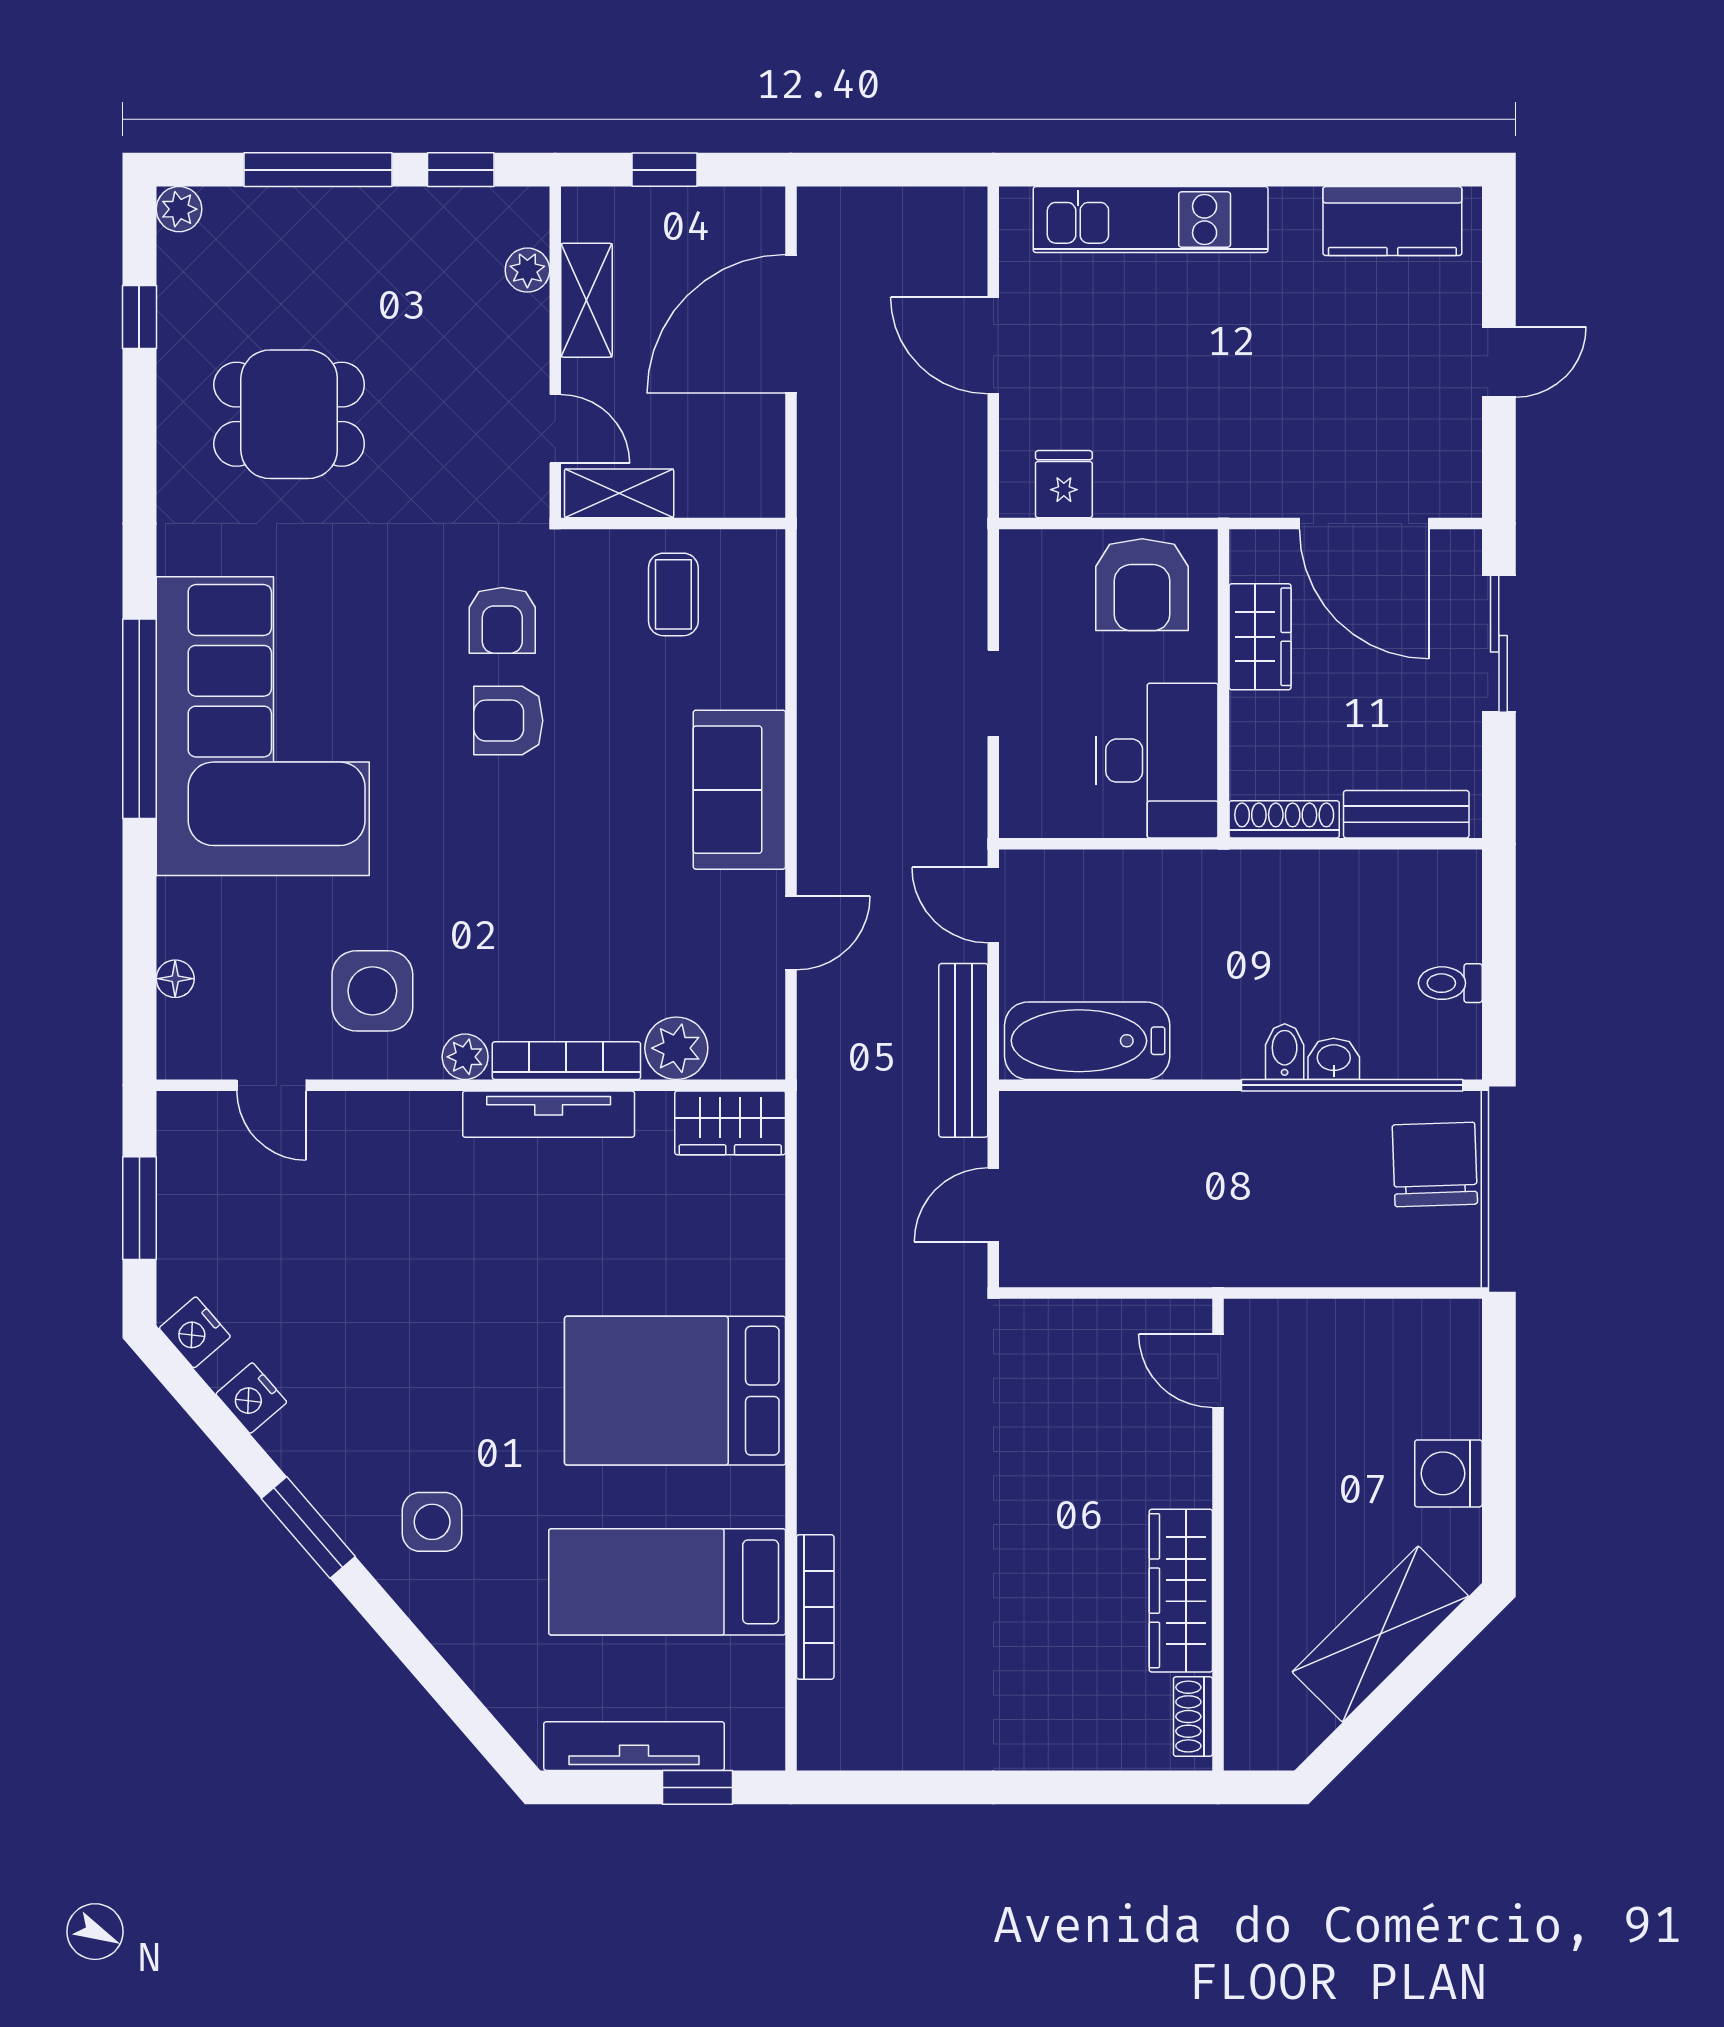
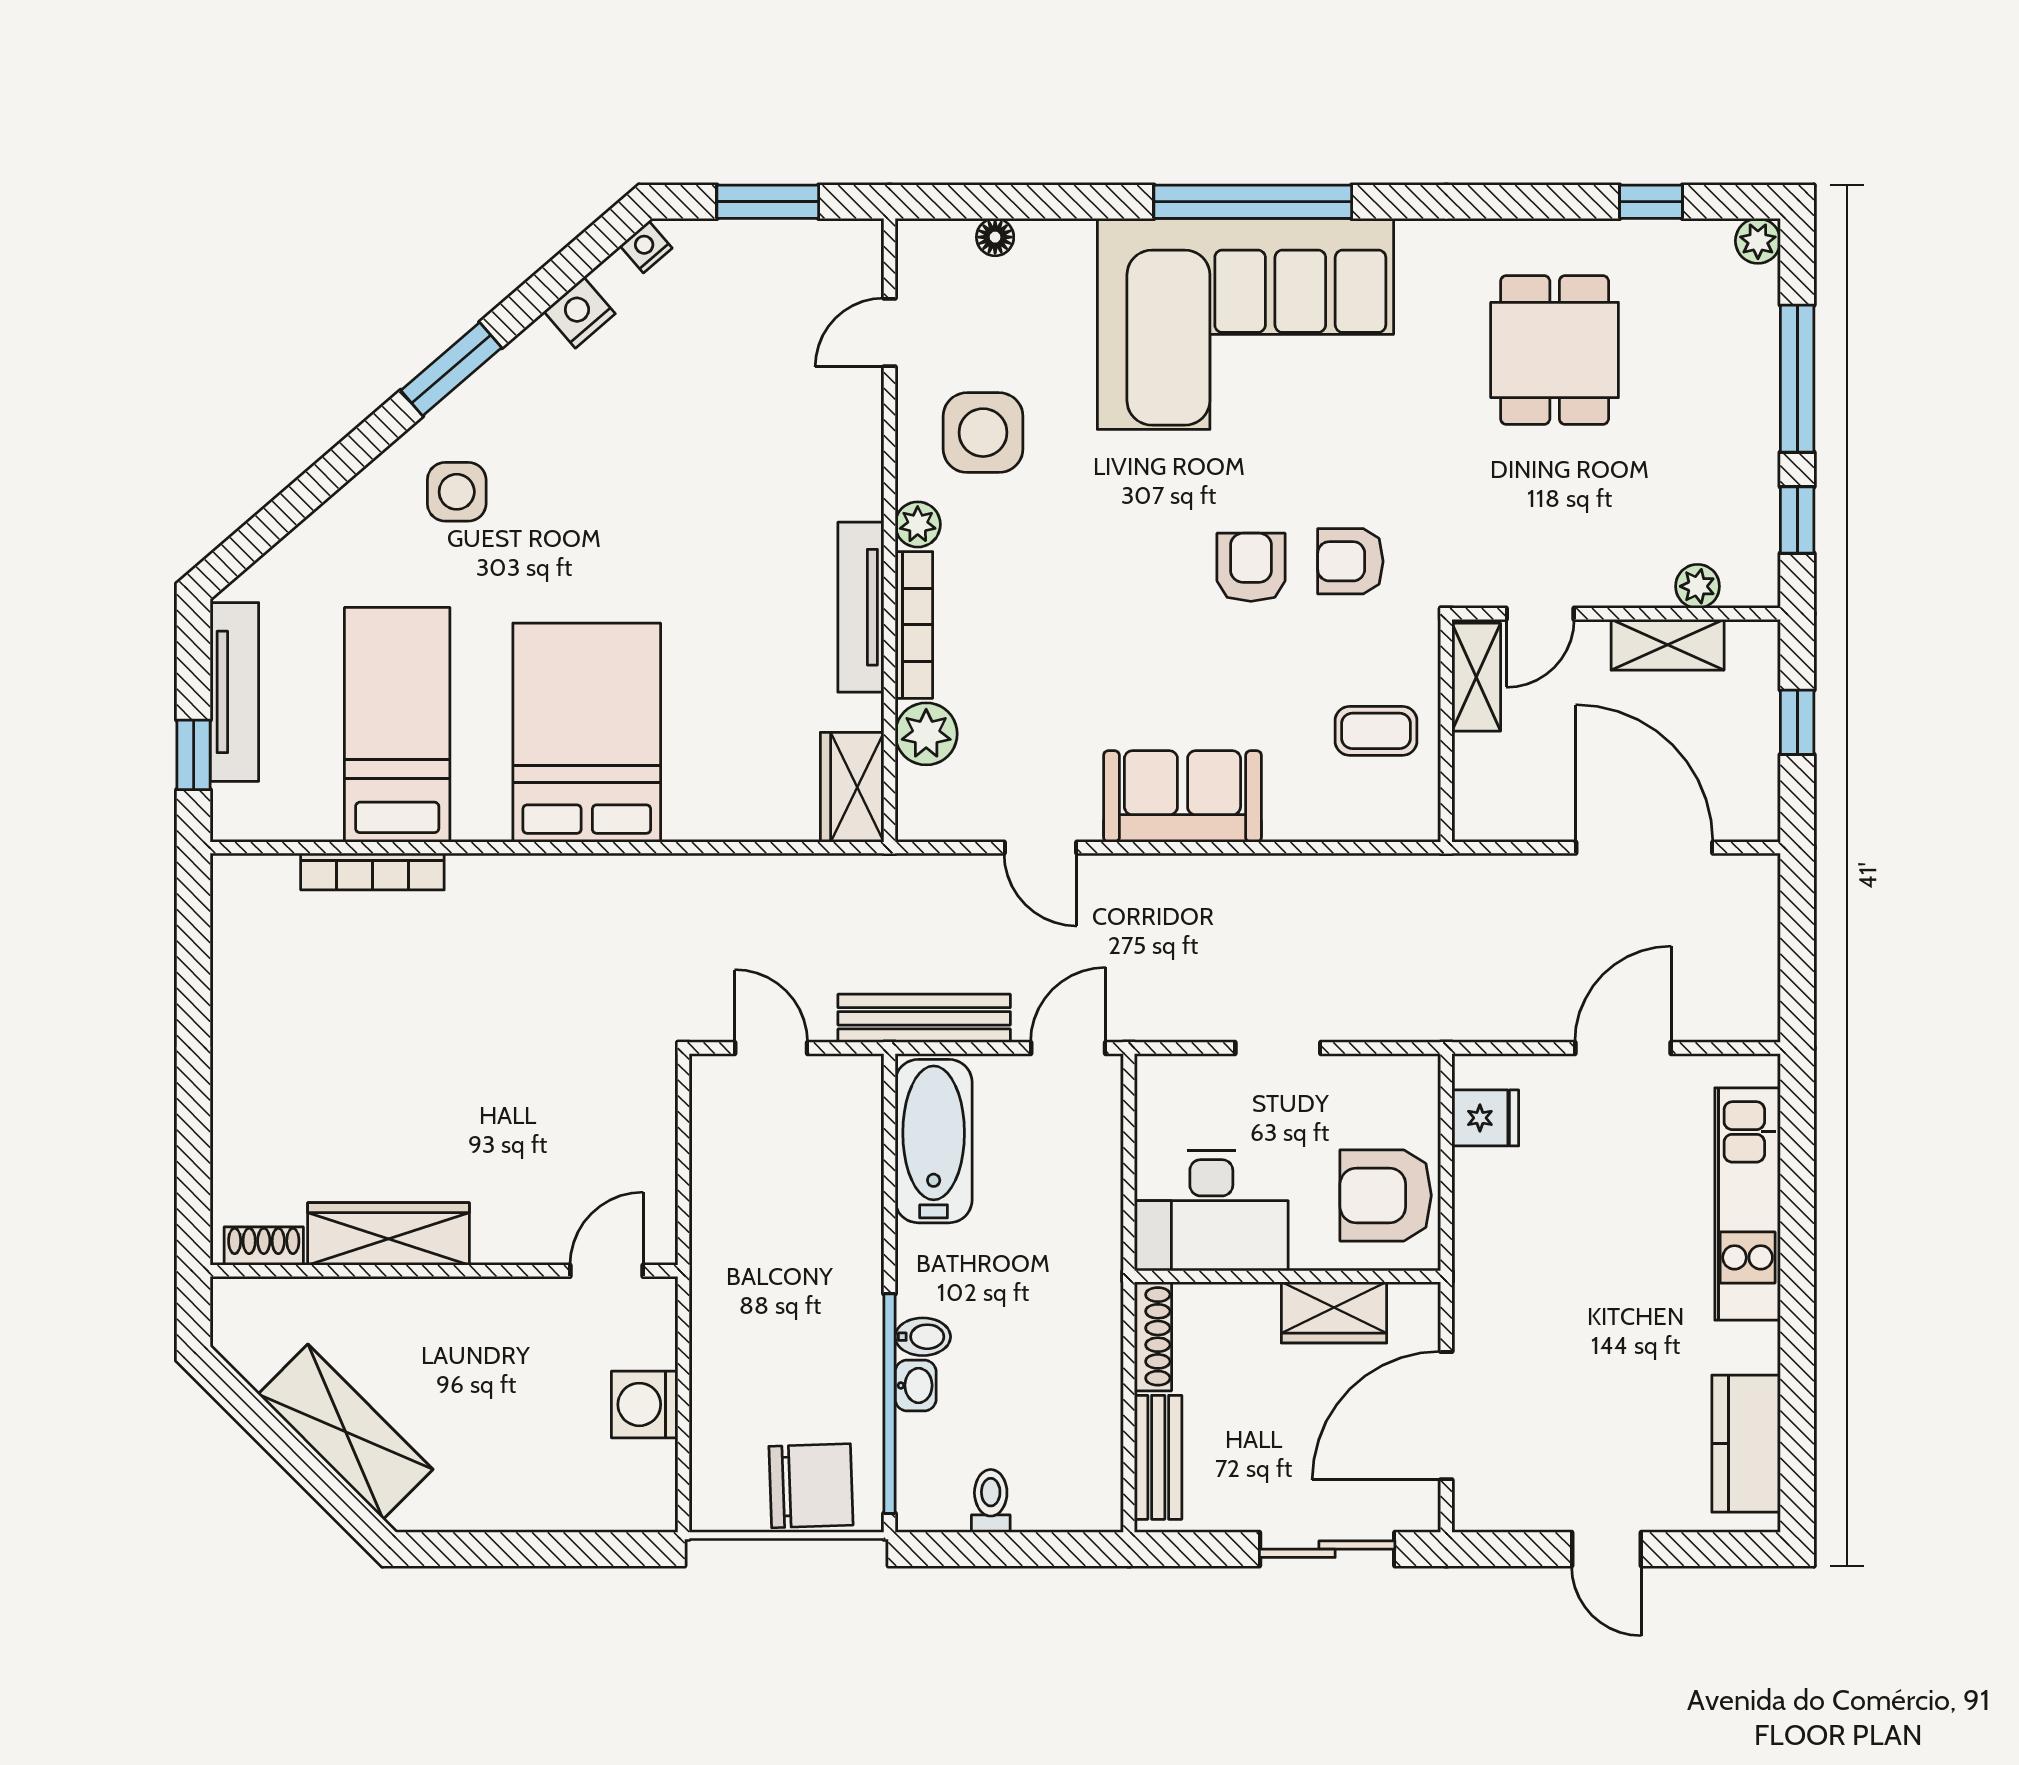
nightstand: (195, 1332) -> (646, 247), width x0.72, depth x0.74
washing machine: (1448, 1473) -> (645, 1404), moved, turned -90

